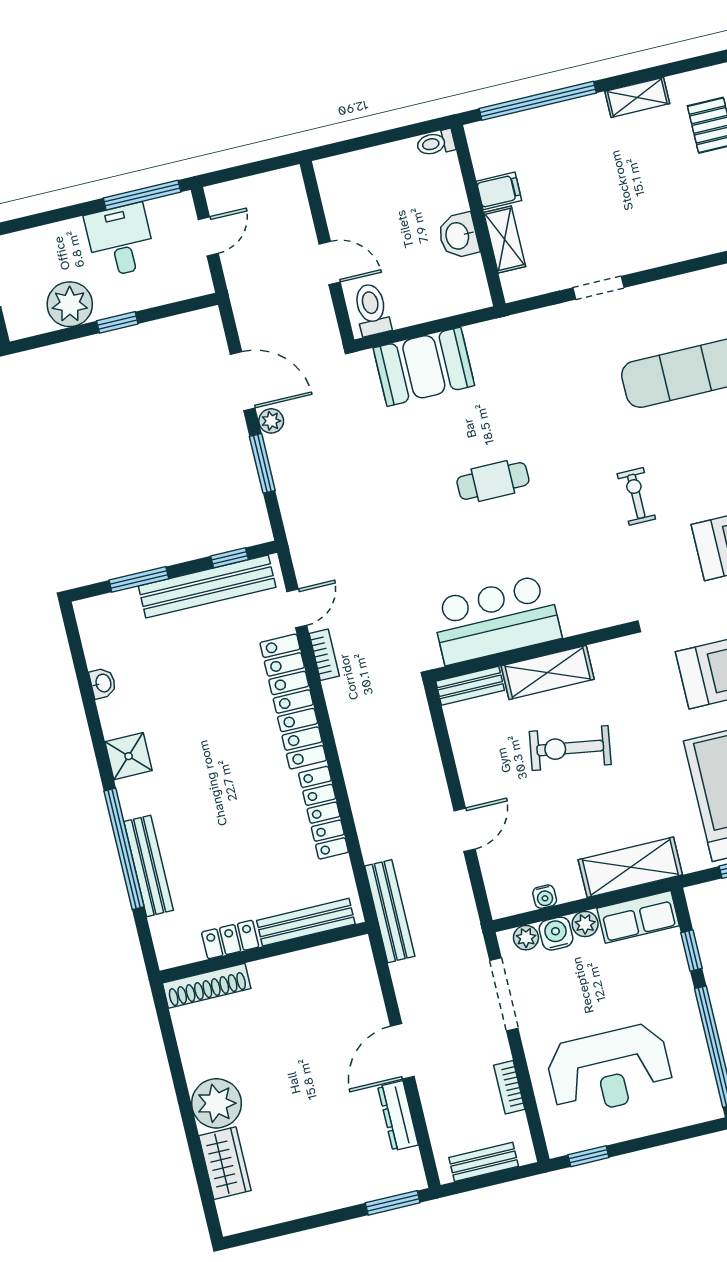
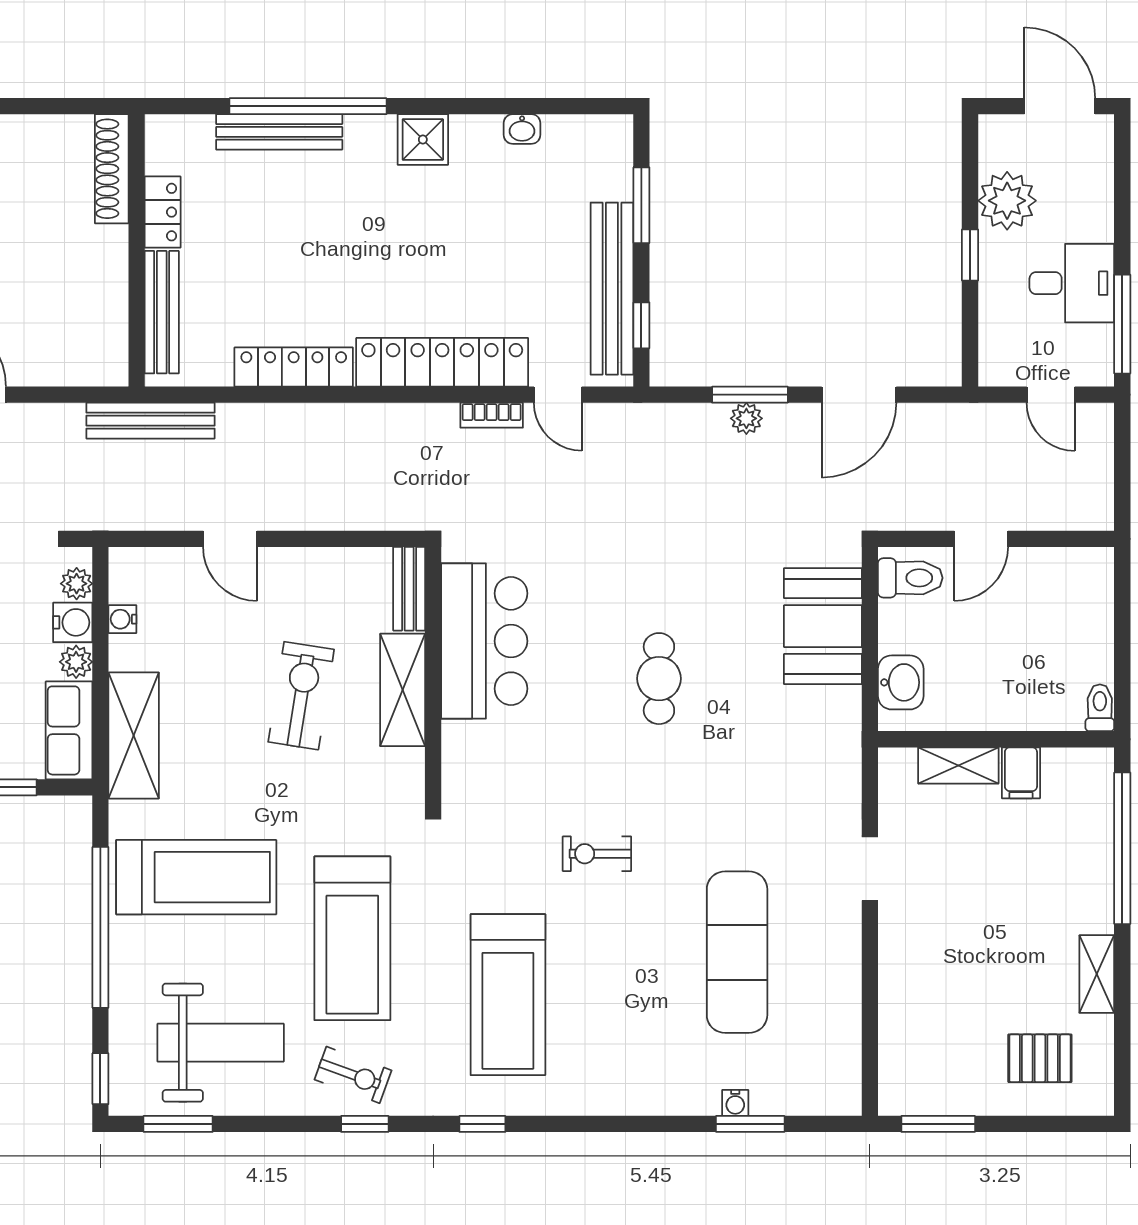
washbasin: (458, 236) -> (901, 682), moved, turned 90
plant: (271, 421) -> (746, 418), moved
exercise bike: (636, 496) -> (597, 854), turned 180

